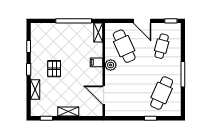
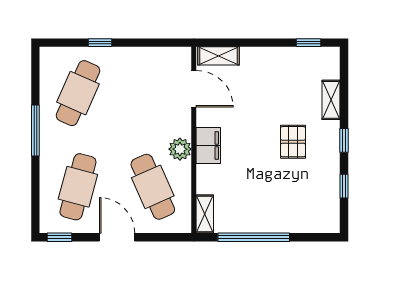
cafe table: (162, 46) -> (78, 187), width x1.37, depth x1.35
filing cabinet: (96, 62) -> (208, 145), width x2.00
shelving: (68, 112) -> (219, 56), moved

